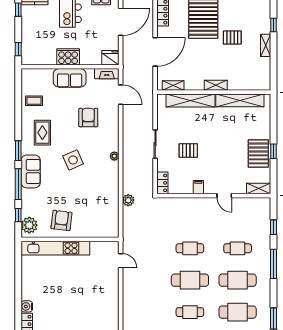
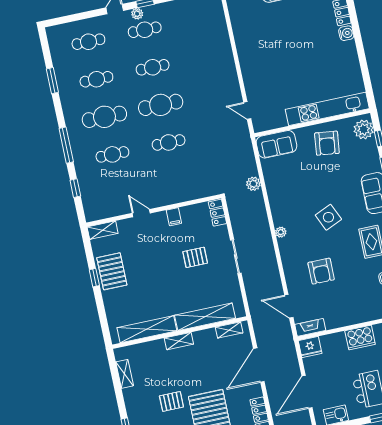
shelving: (266, 45) -> (125, 374), moved
sofa: (70, 78) -> (276, 144), moved, turned 180
cafe table: (238, 312) -> (96, 79), width x0.73, depth x0.74

